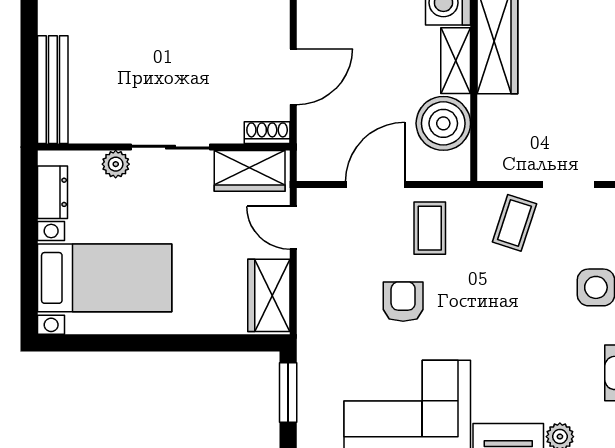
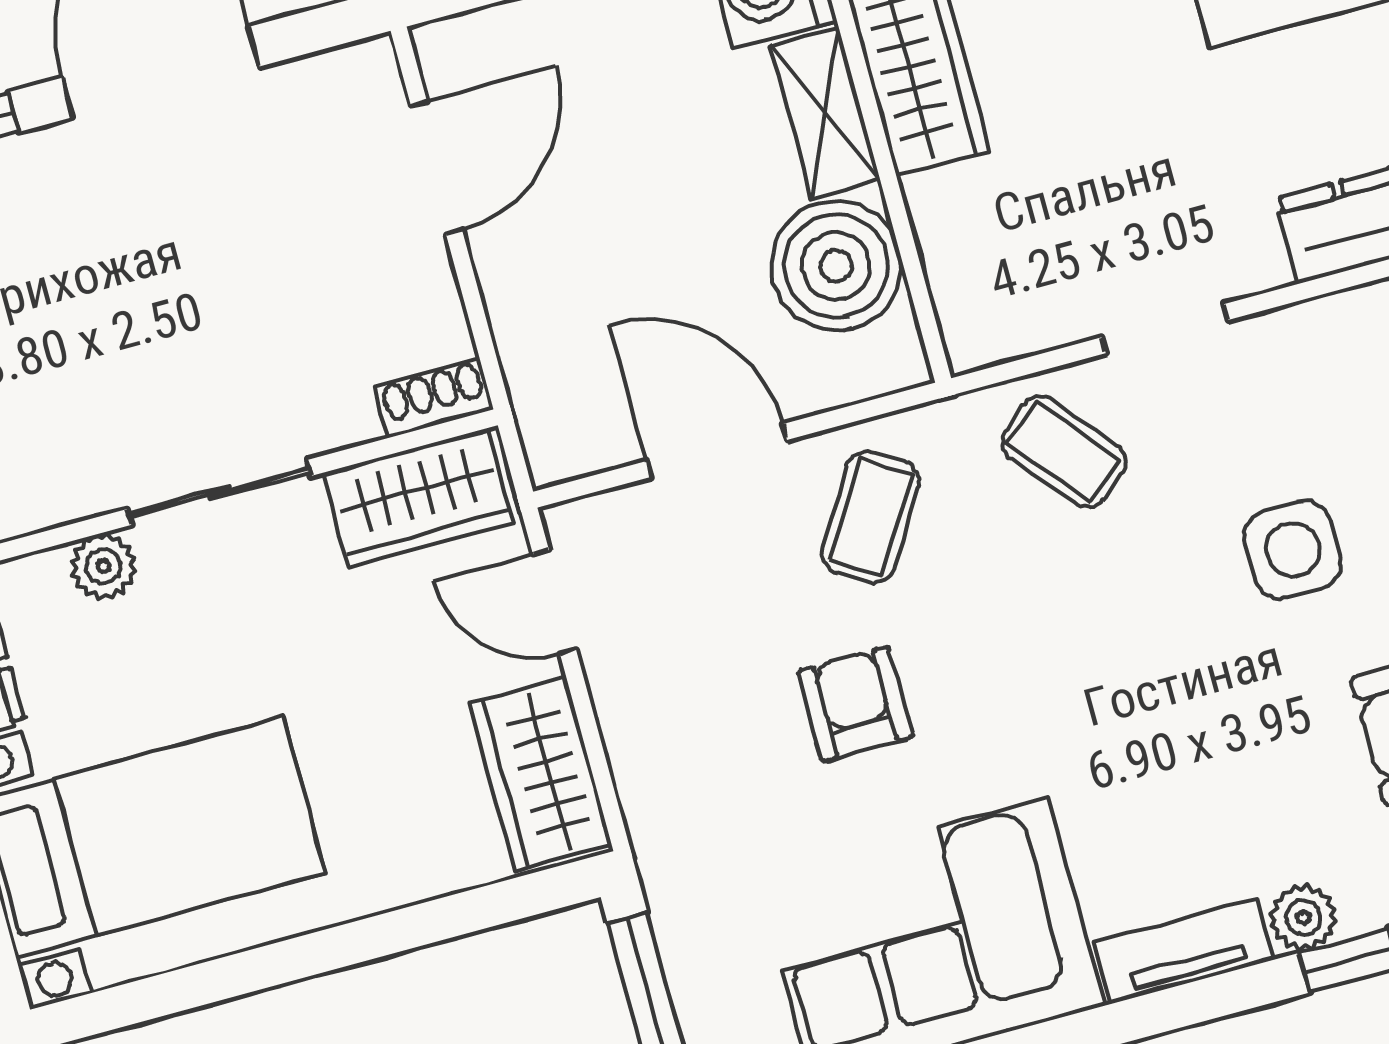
door: (293, 77) -> (436, 167), moved
door: (375, 185) -> (717, 450), hinge flipped
coffee table: (514, 223) -> (1064, 452), turned -58
coffee table: (430, 228) -> (871, 517), turned 32

